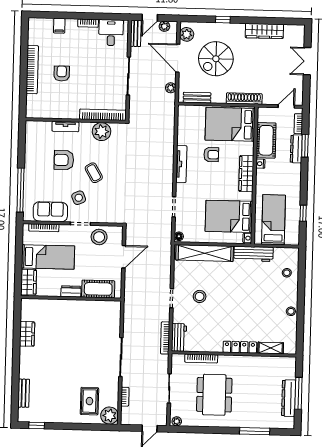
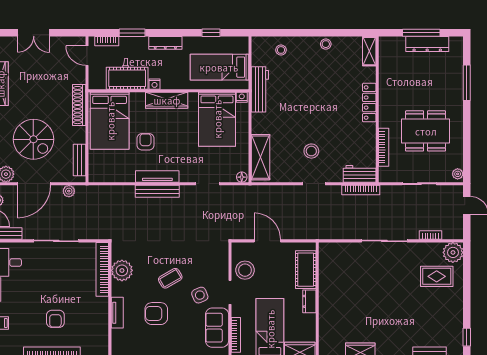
armchair: (62, 74) -> (55, 319), turned -90
dresser: (296, 149) -> (165, 43), moved
armchair: (64, 160) -> (156, 314), turned 90
bench: (169, 164) -> (157, 191), added
shelving: (205, 253) -> (261, 157), width x0.68
shelving: (271, 348) -> (369, 51), moved

